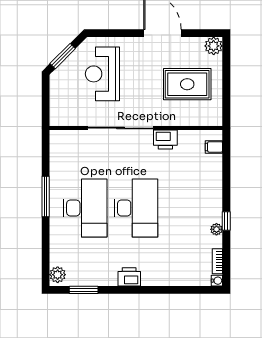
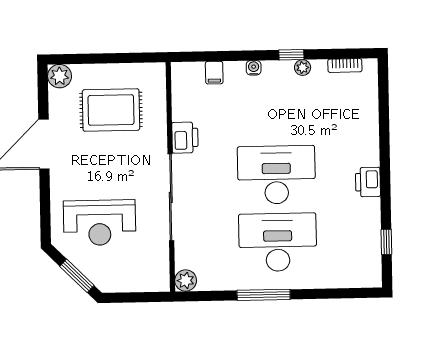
rug: (187, 84) -> (111, 110), turned 90
filing cabinet: (214, 147) -> (214, 73), moved
plant: (58, 275) -> (186, 280), moved
water cooler: (217, 281) -> (254, 68), moved
window: (84, 290) -> (386, 242), width x0.67

